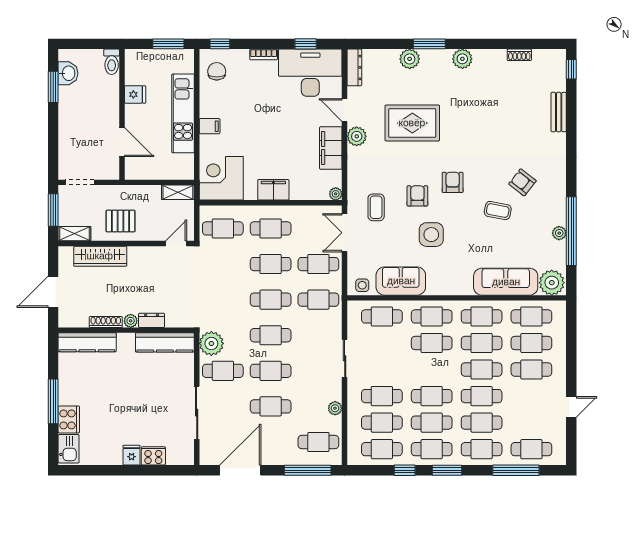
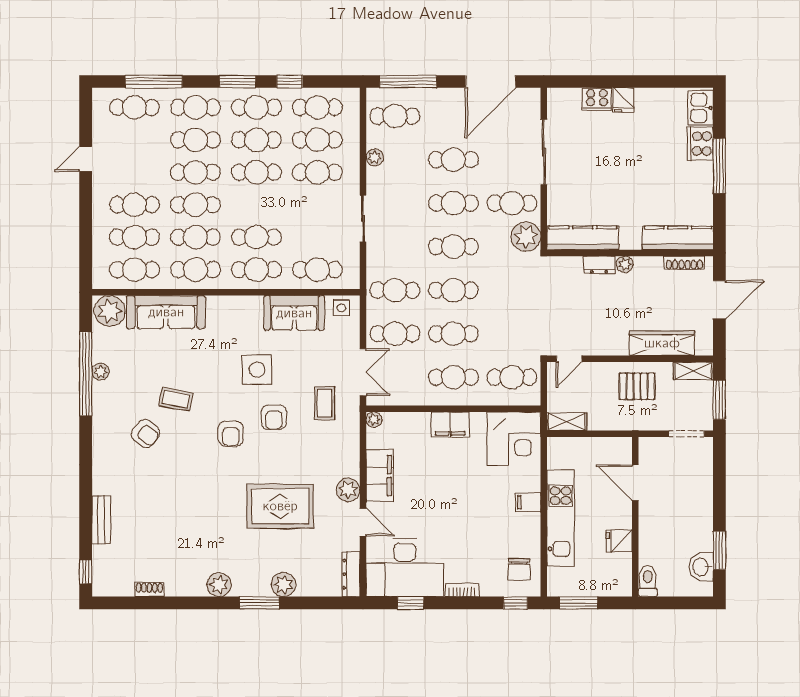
shoe rack: (106, 322) -> (684, 263), moved

